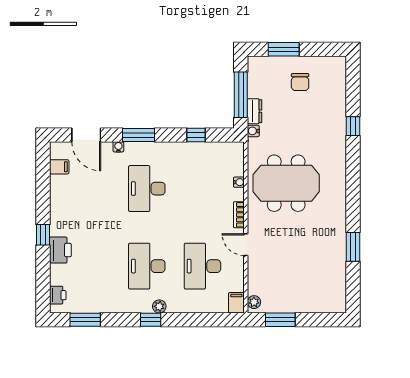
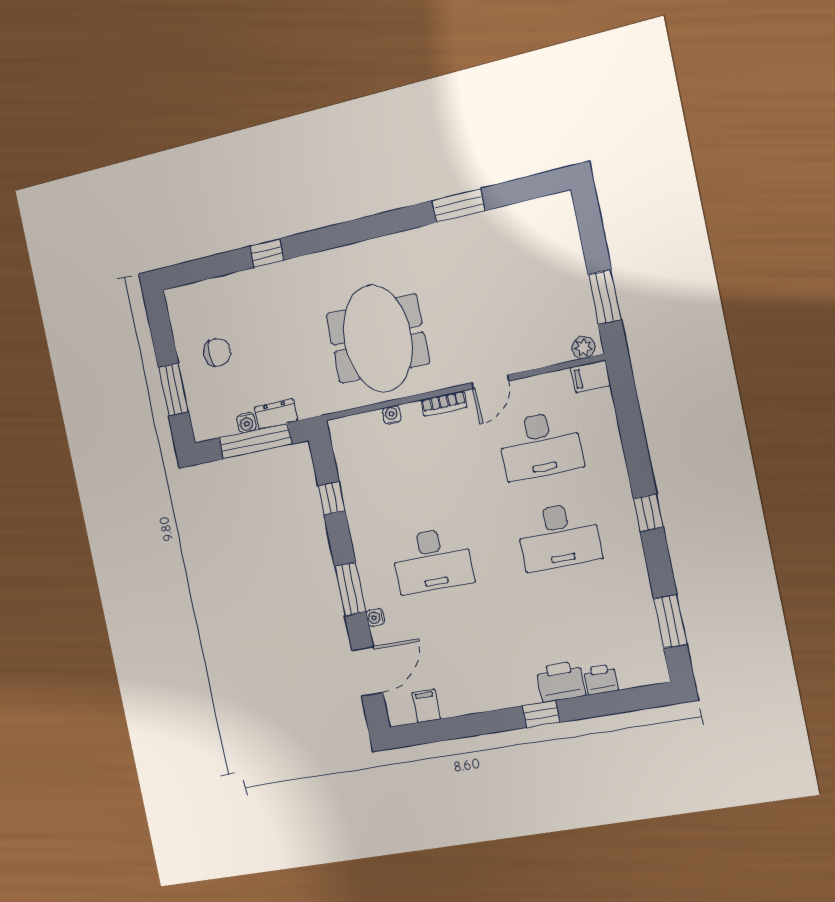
water cooler: (253, 131) -> (246, 423), moved
printer: (58, 295) -> (601, 679), moved
plant: (159, 306) -> (623, 503), removed

